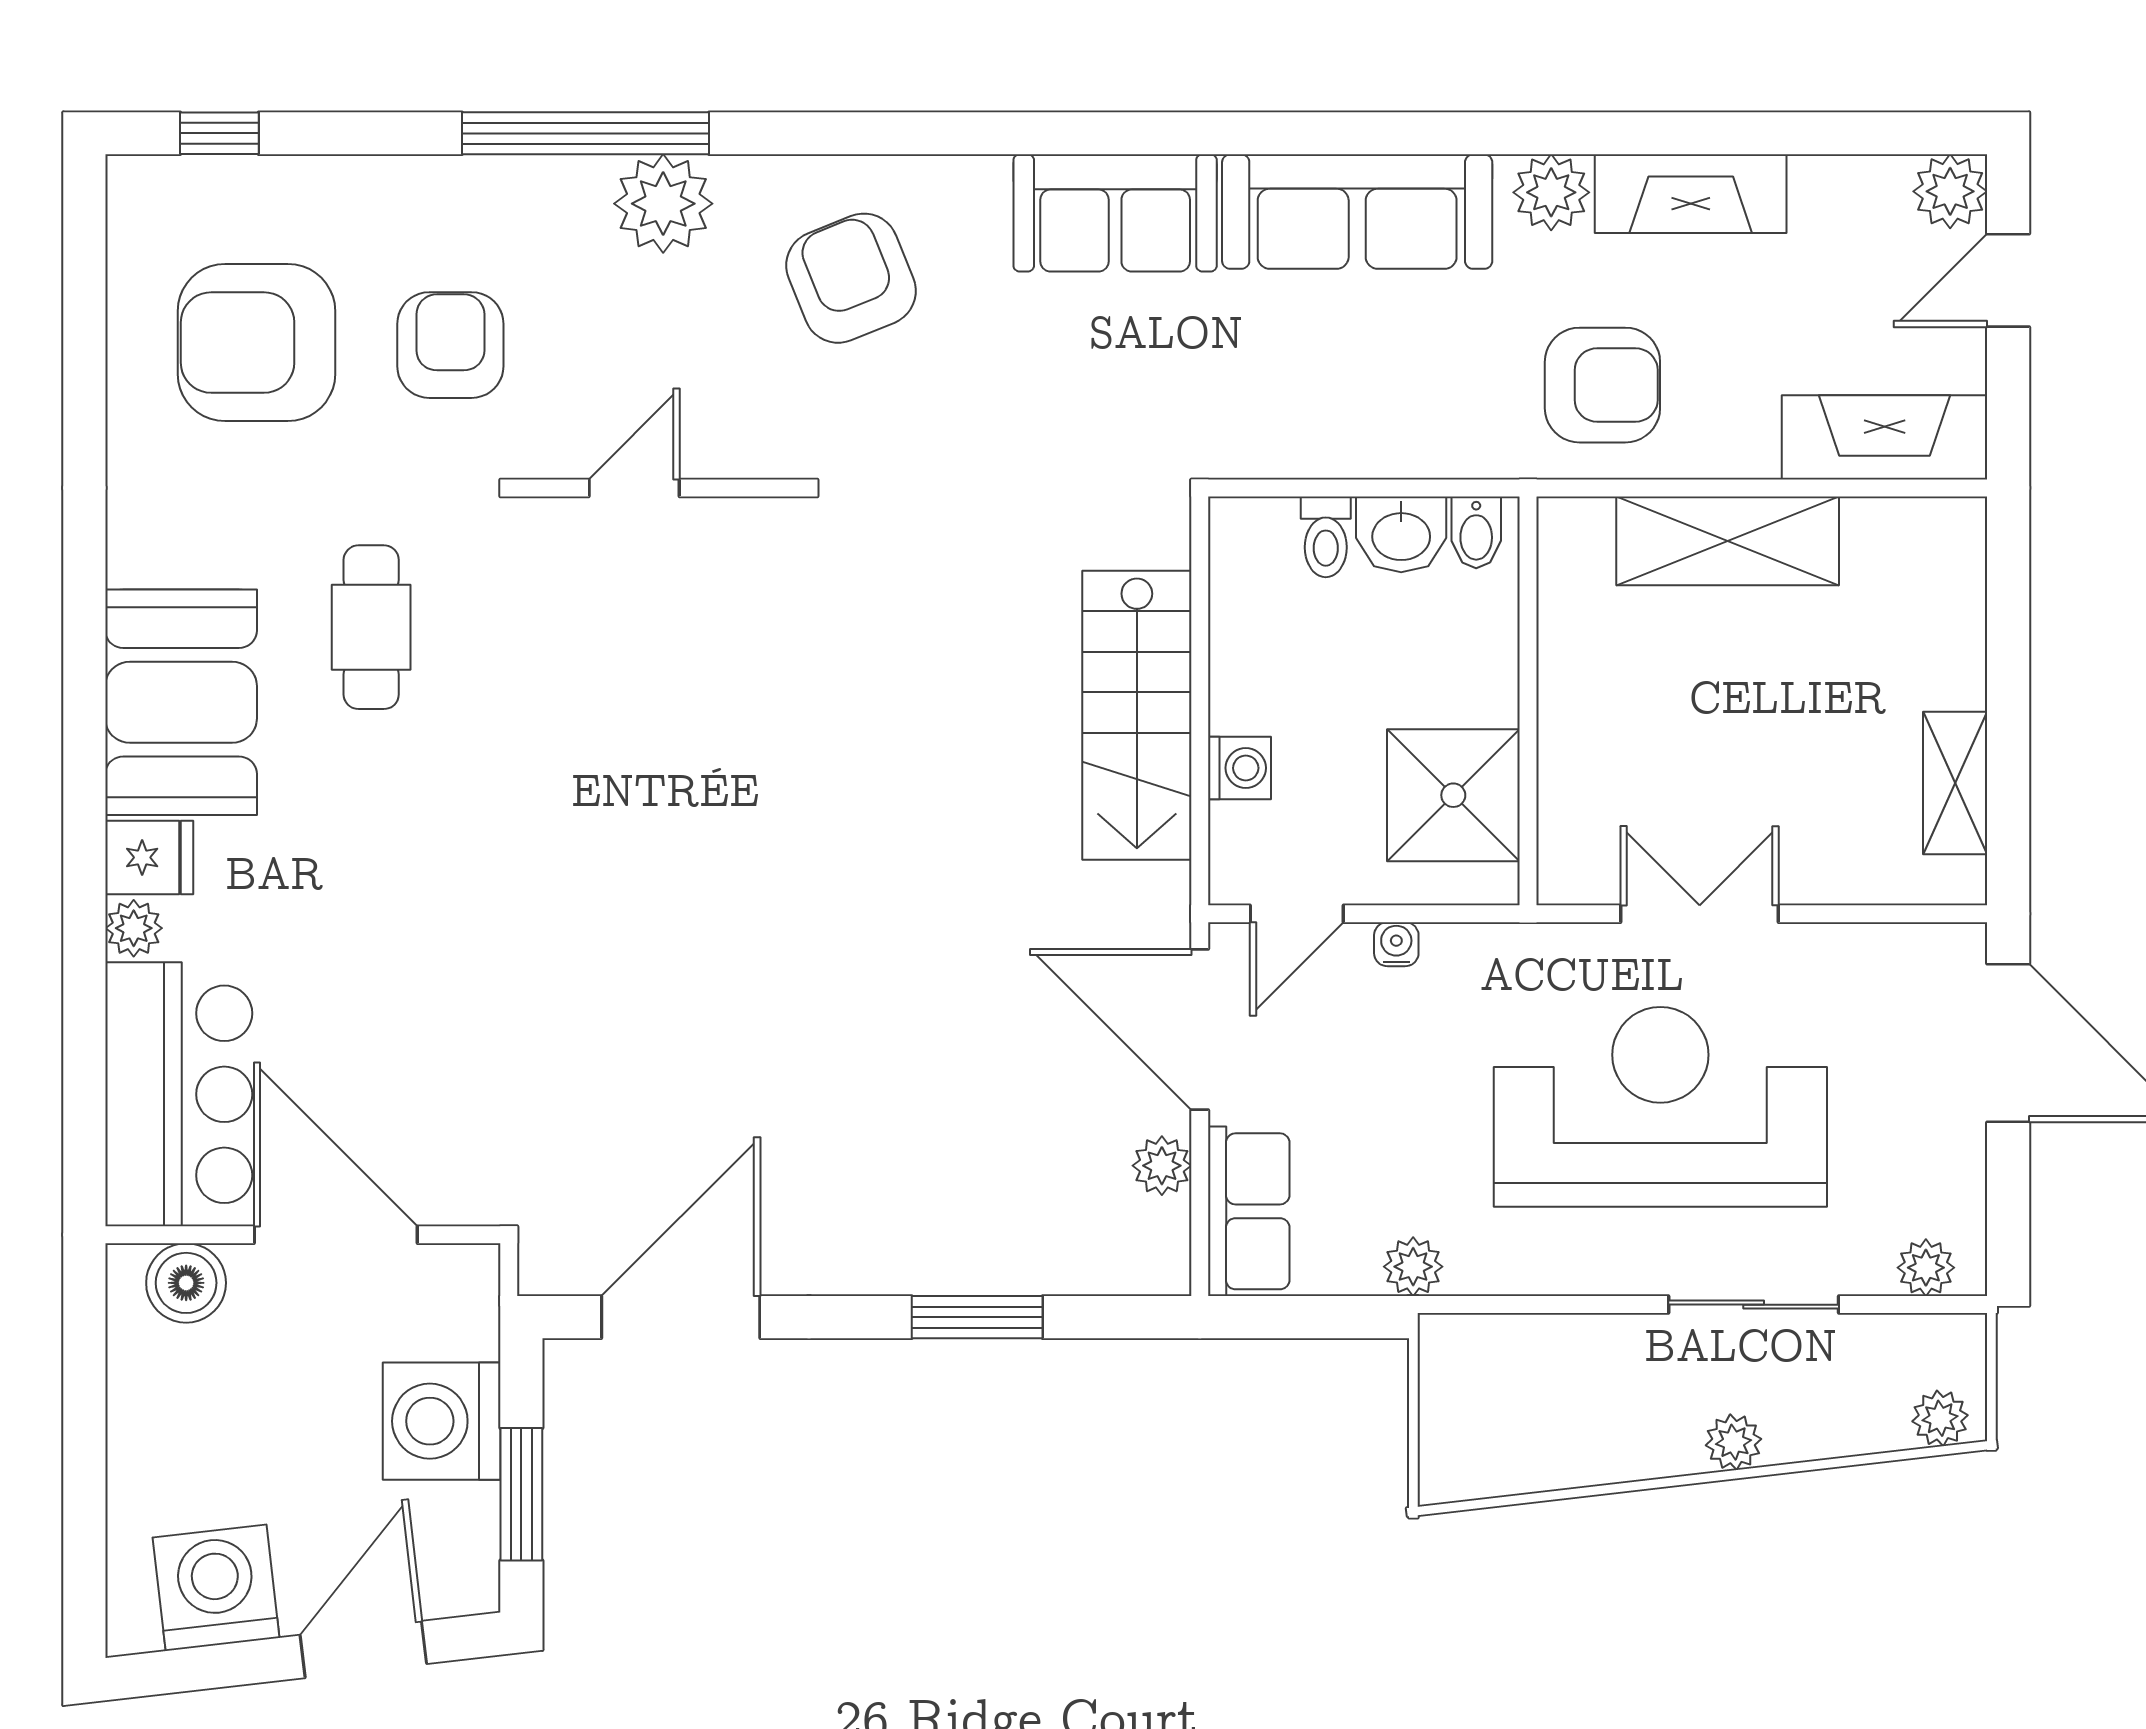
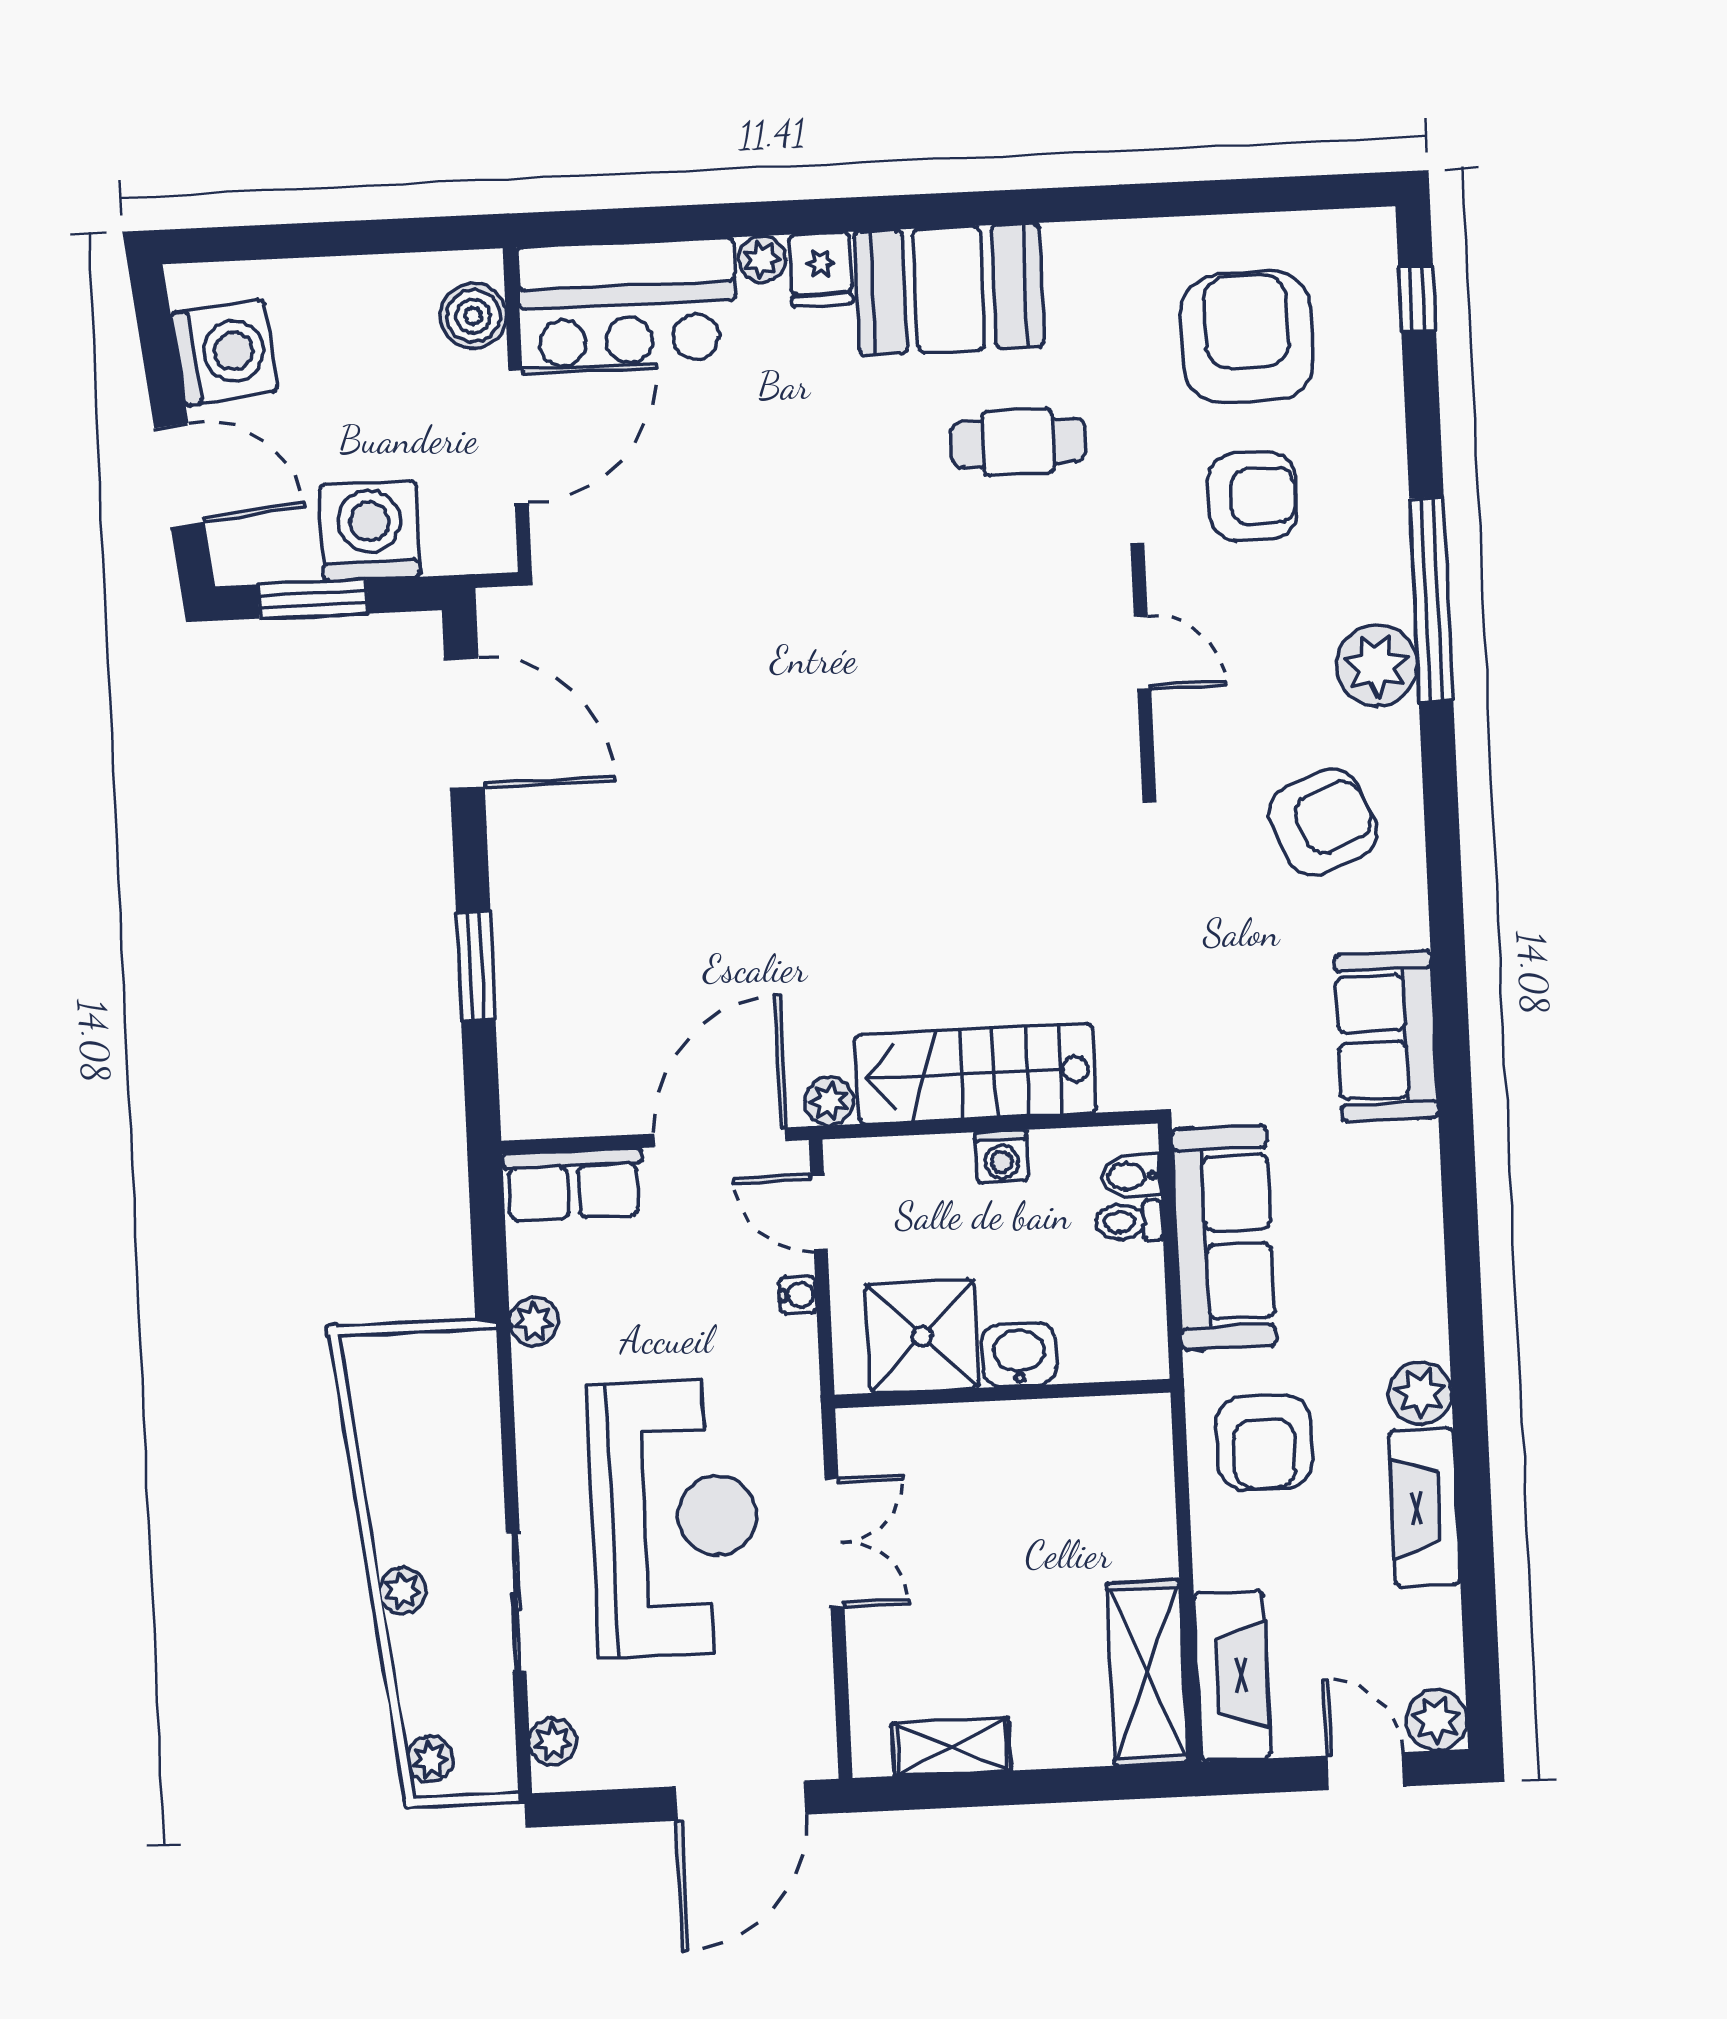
sofa: (1357, 212) -> (1224, 1237), moved, turned 180
bidet: (1476, 532) -> (1131, 1176), moved
washbasin: (1401, 534) -> (1019, 1355), moved, turned 90
shelving: (1728, 541) -> (1147, 1673), moved
washing machine: (1239, 768) -> (1001, 1157), moved
plant: (1162, 1166) -> (829, 1101), moved

